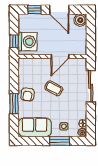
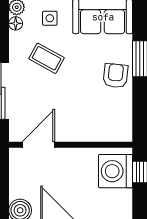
door: (60, 56) -> (38, 145), moved
coffee table: (54, 88) -> (47, 58), moved

